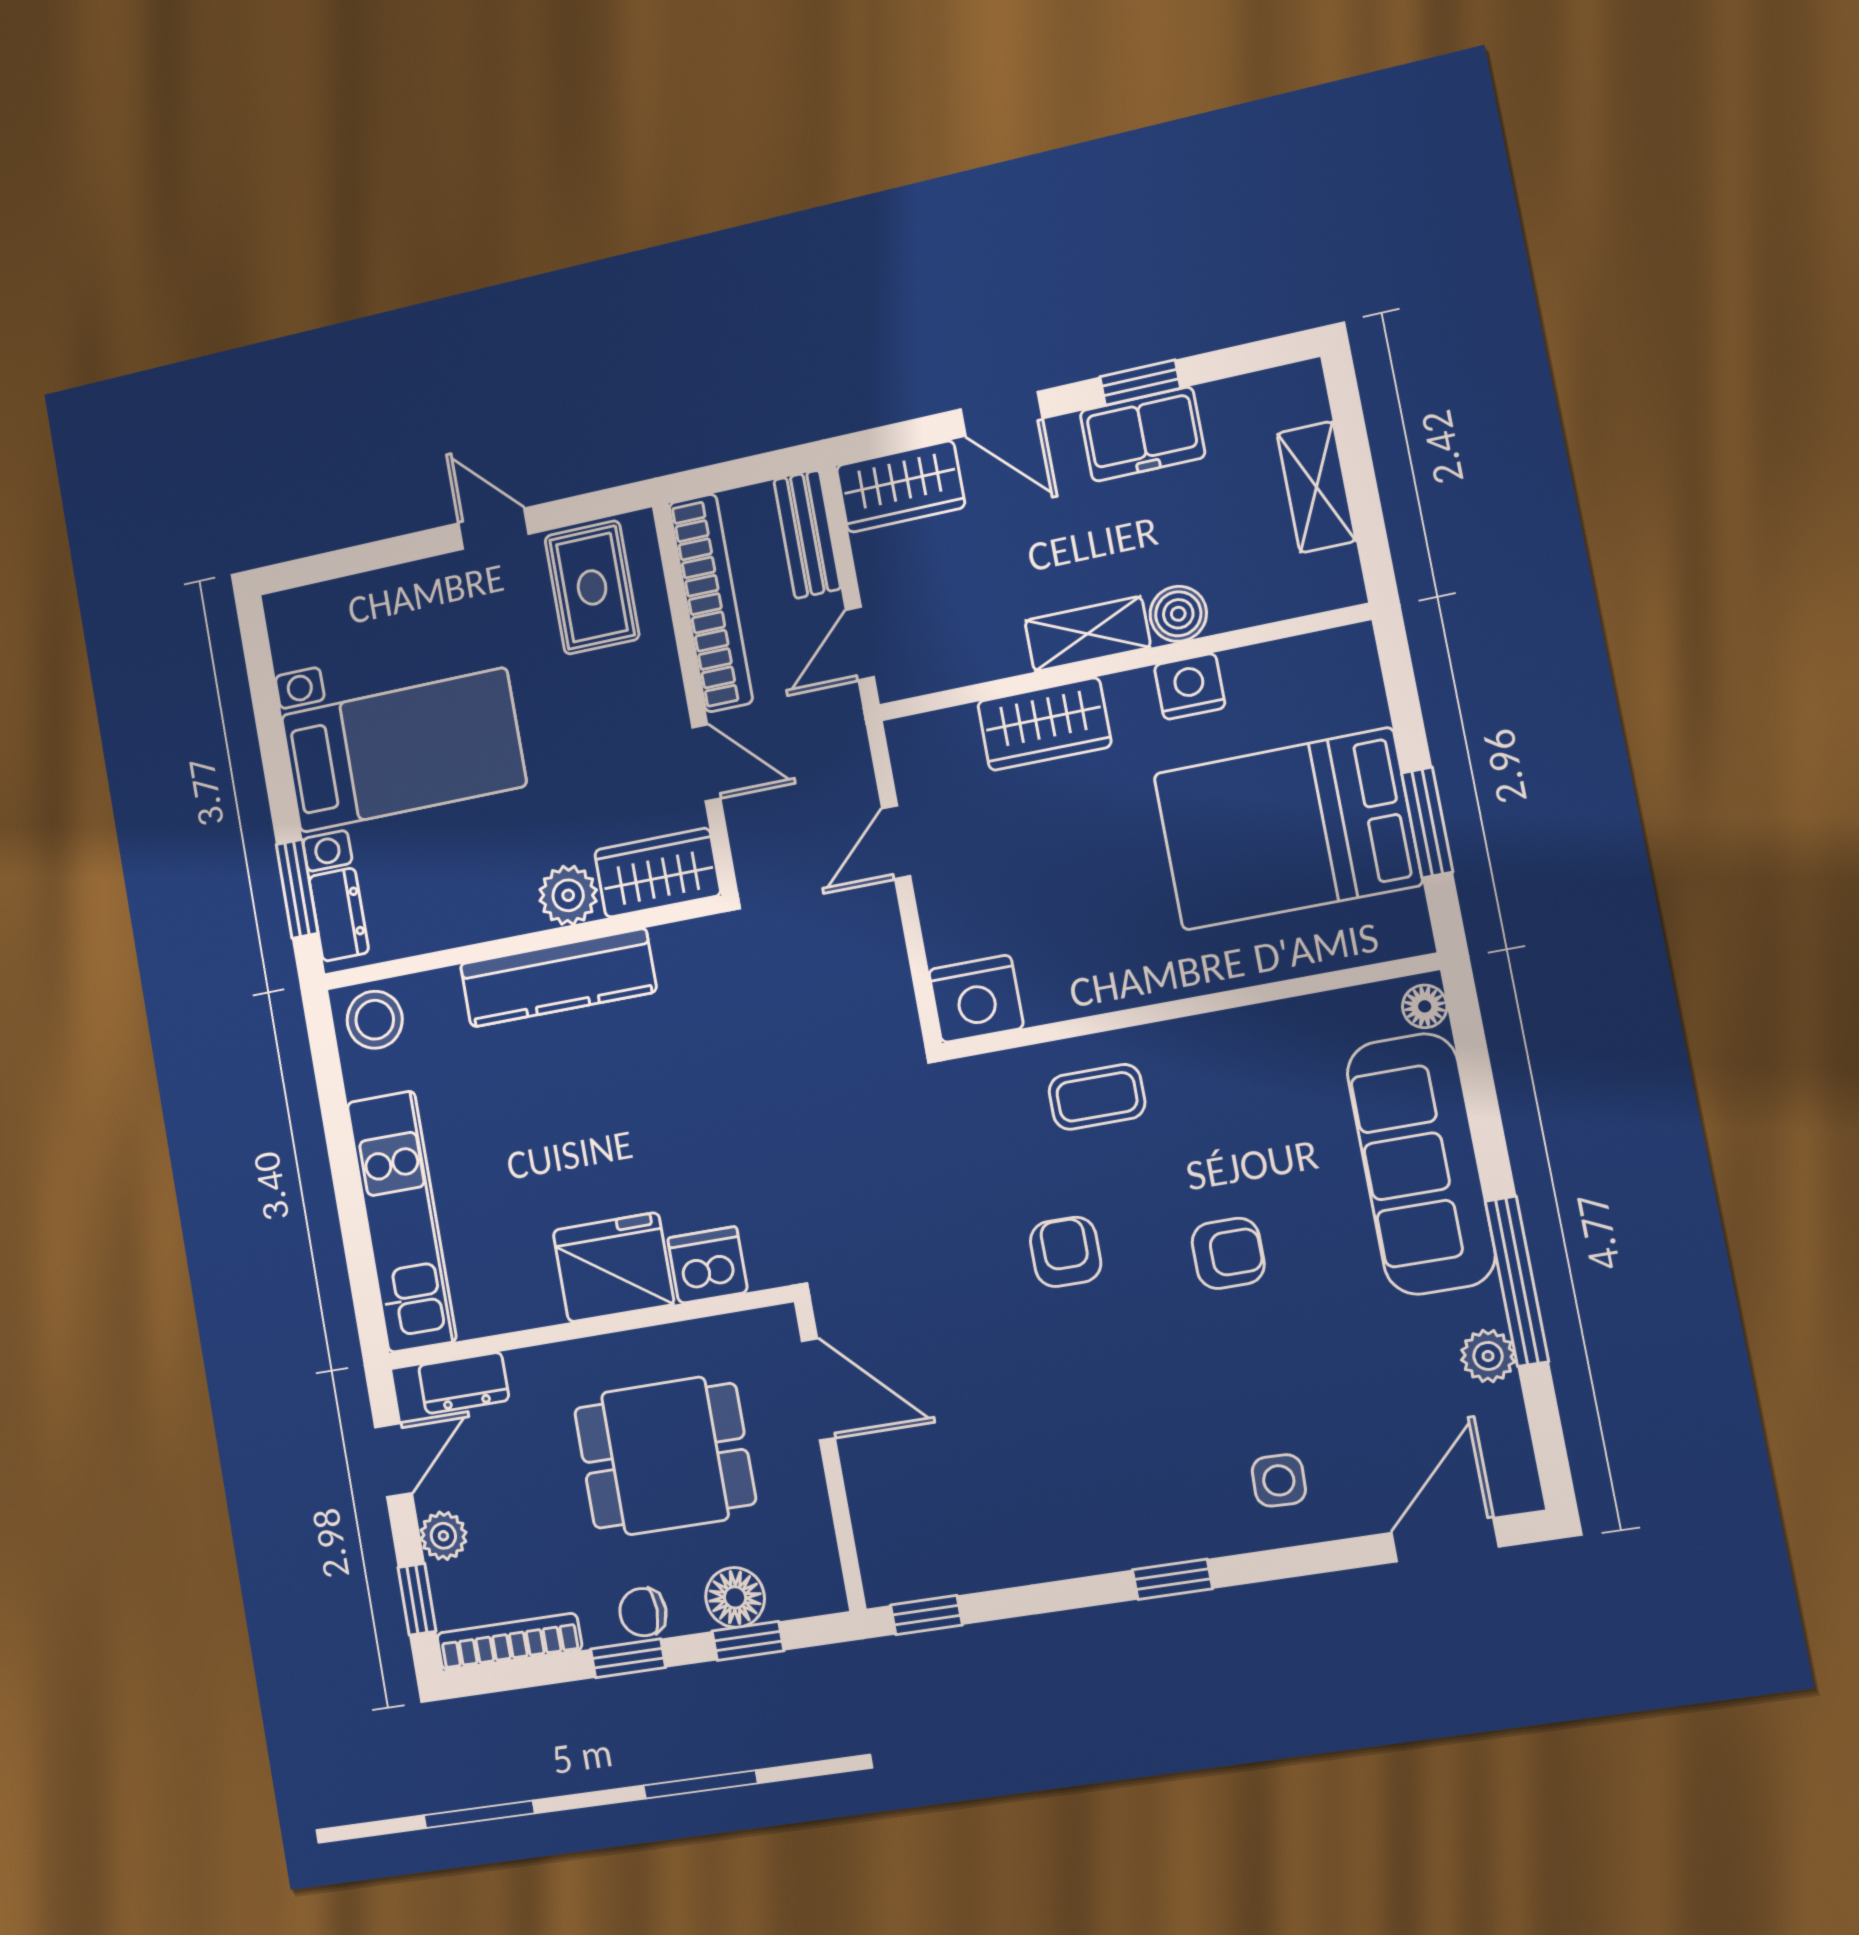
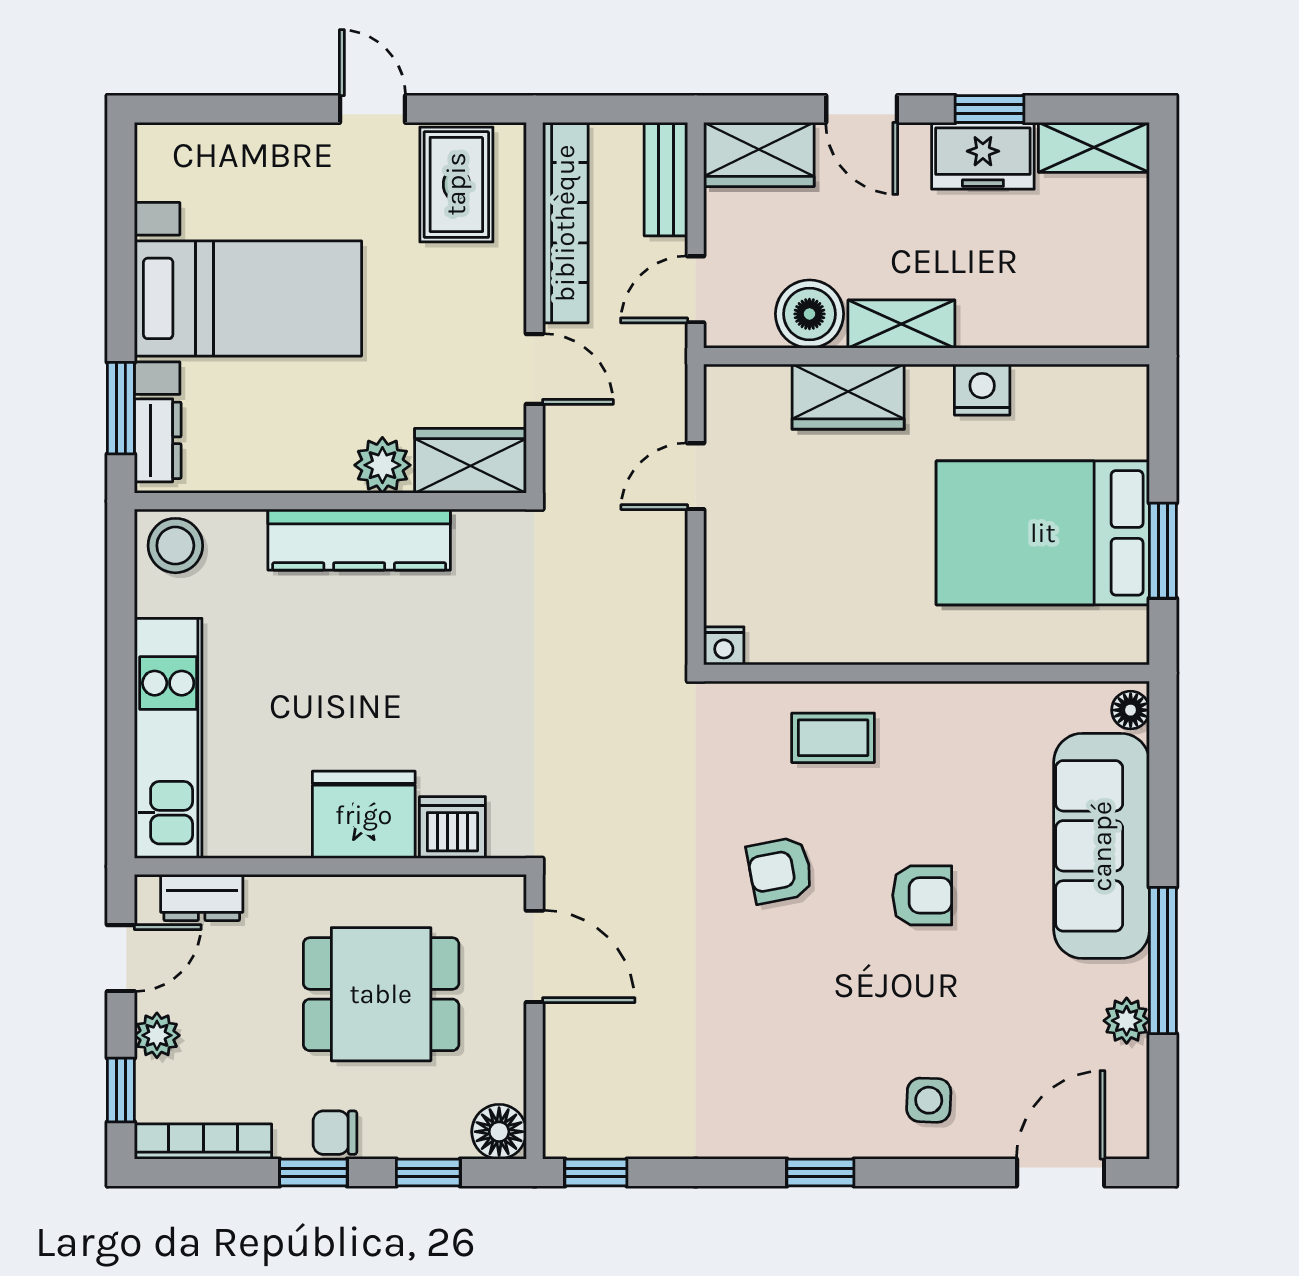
shelving: (1316, 487) -> (1094, 147), moved, turned 90
boiler: (1178, 614) -> (809, 314), moved, width x1.36, depth x1.36
nightstand: (976, 999) -> (724, 646), width x0.53, depth x0.56
armchair: (1066, 1252) -> (780, 870), turned -101
floor lamp: (735, 1597) -> (499, 1132), moved

